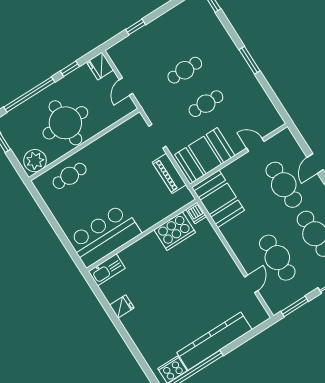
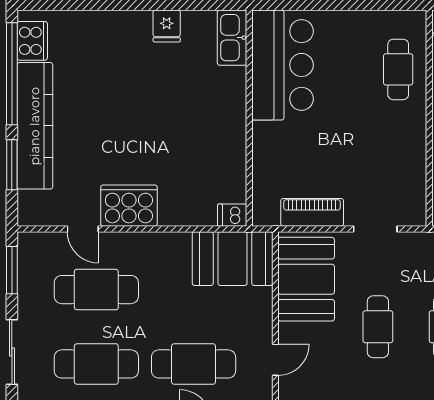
cooker: (175, 231) -> (129, 206), moved, turned 90
window: (241, 340) -> (12, 165), added

